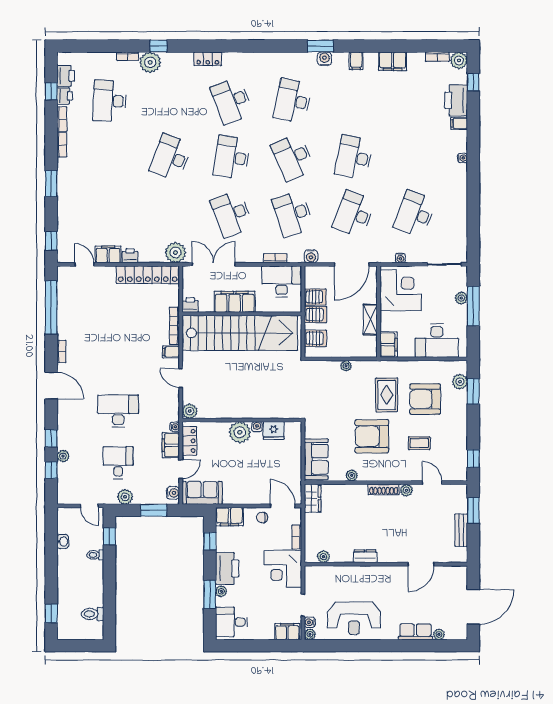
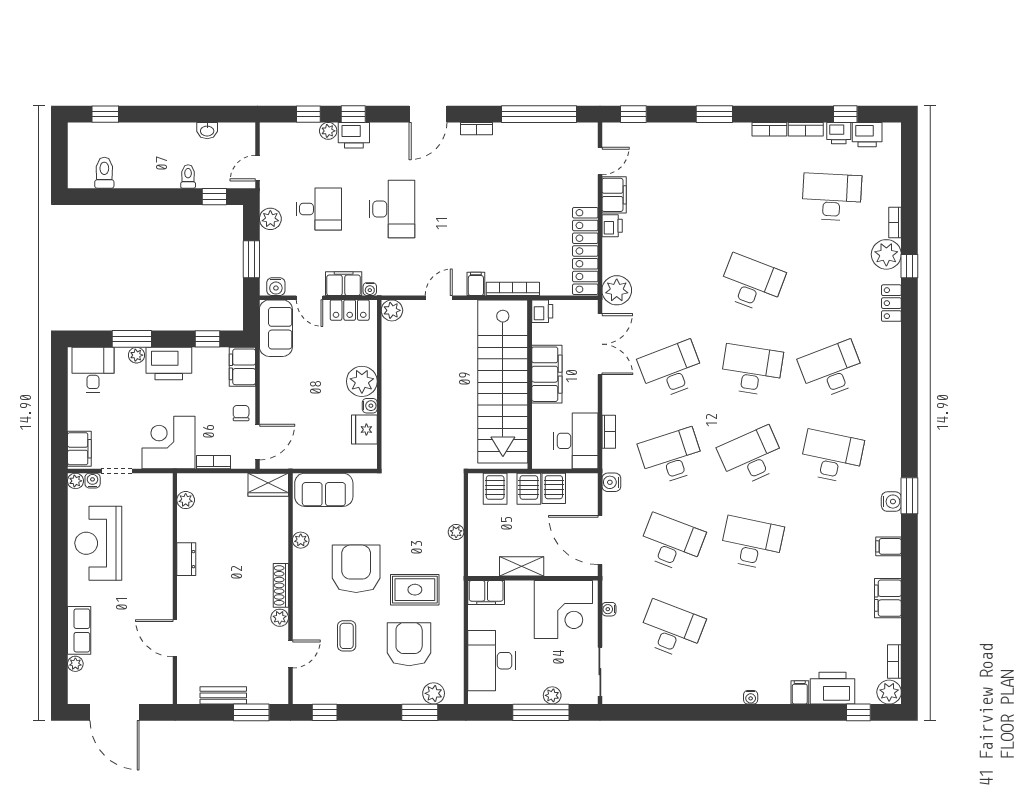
locker: (208, 59) -> (891, 303), moved
printer: (66, 438) -> (354, 135), added

